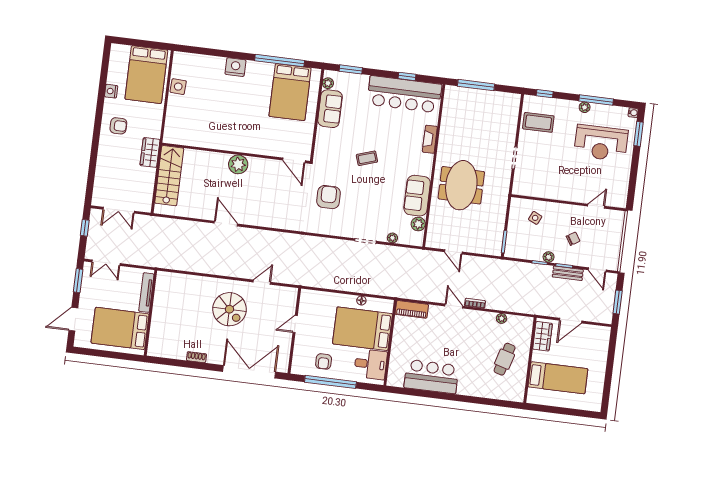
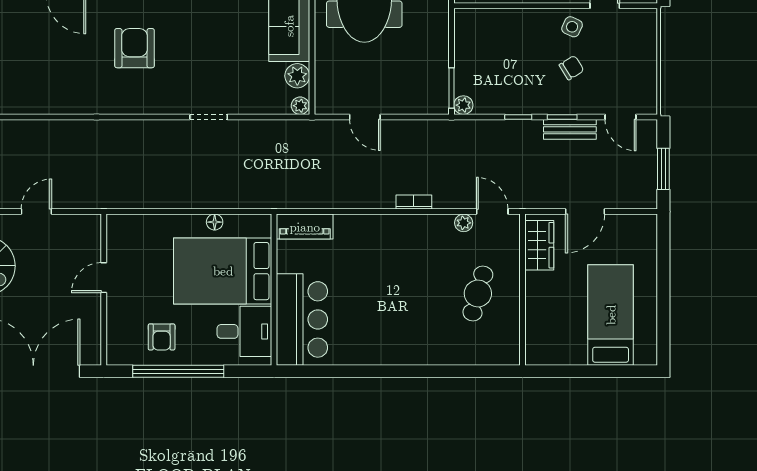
side table: (535, 218) -> (572, 27), moved
plant: (392, 238) -> (300, 106), moved
plant: (549, 257) -> (463, 105), moved
door: (454, 306) -> (492, 212), moved
bar counter: (431, 377) -> (302, 319), moved, turned 90
bed: (558, 378) -> (611, 315), moved, turned -90

